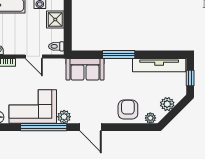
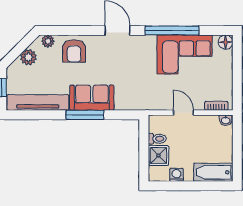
toilet: (56, 46) -> (157, 139), moved
sofa: (85, 69) -> (92, 98), moved
plant: (64, 117) -> (148, 43), removed

